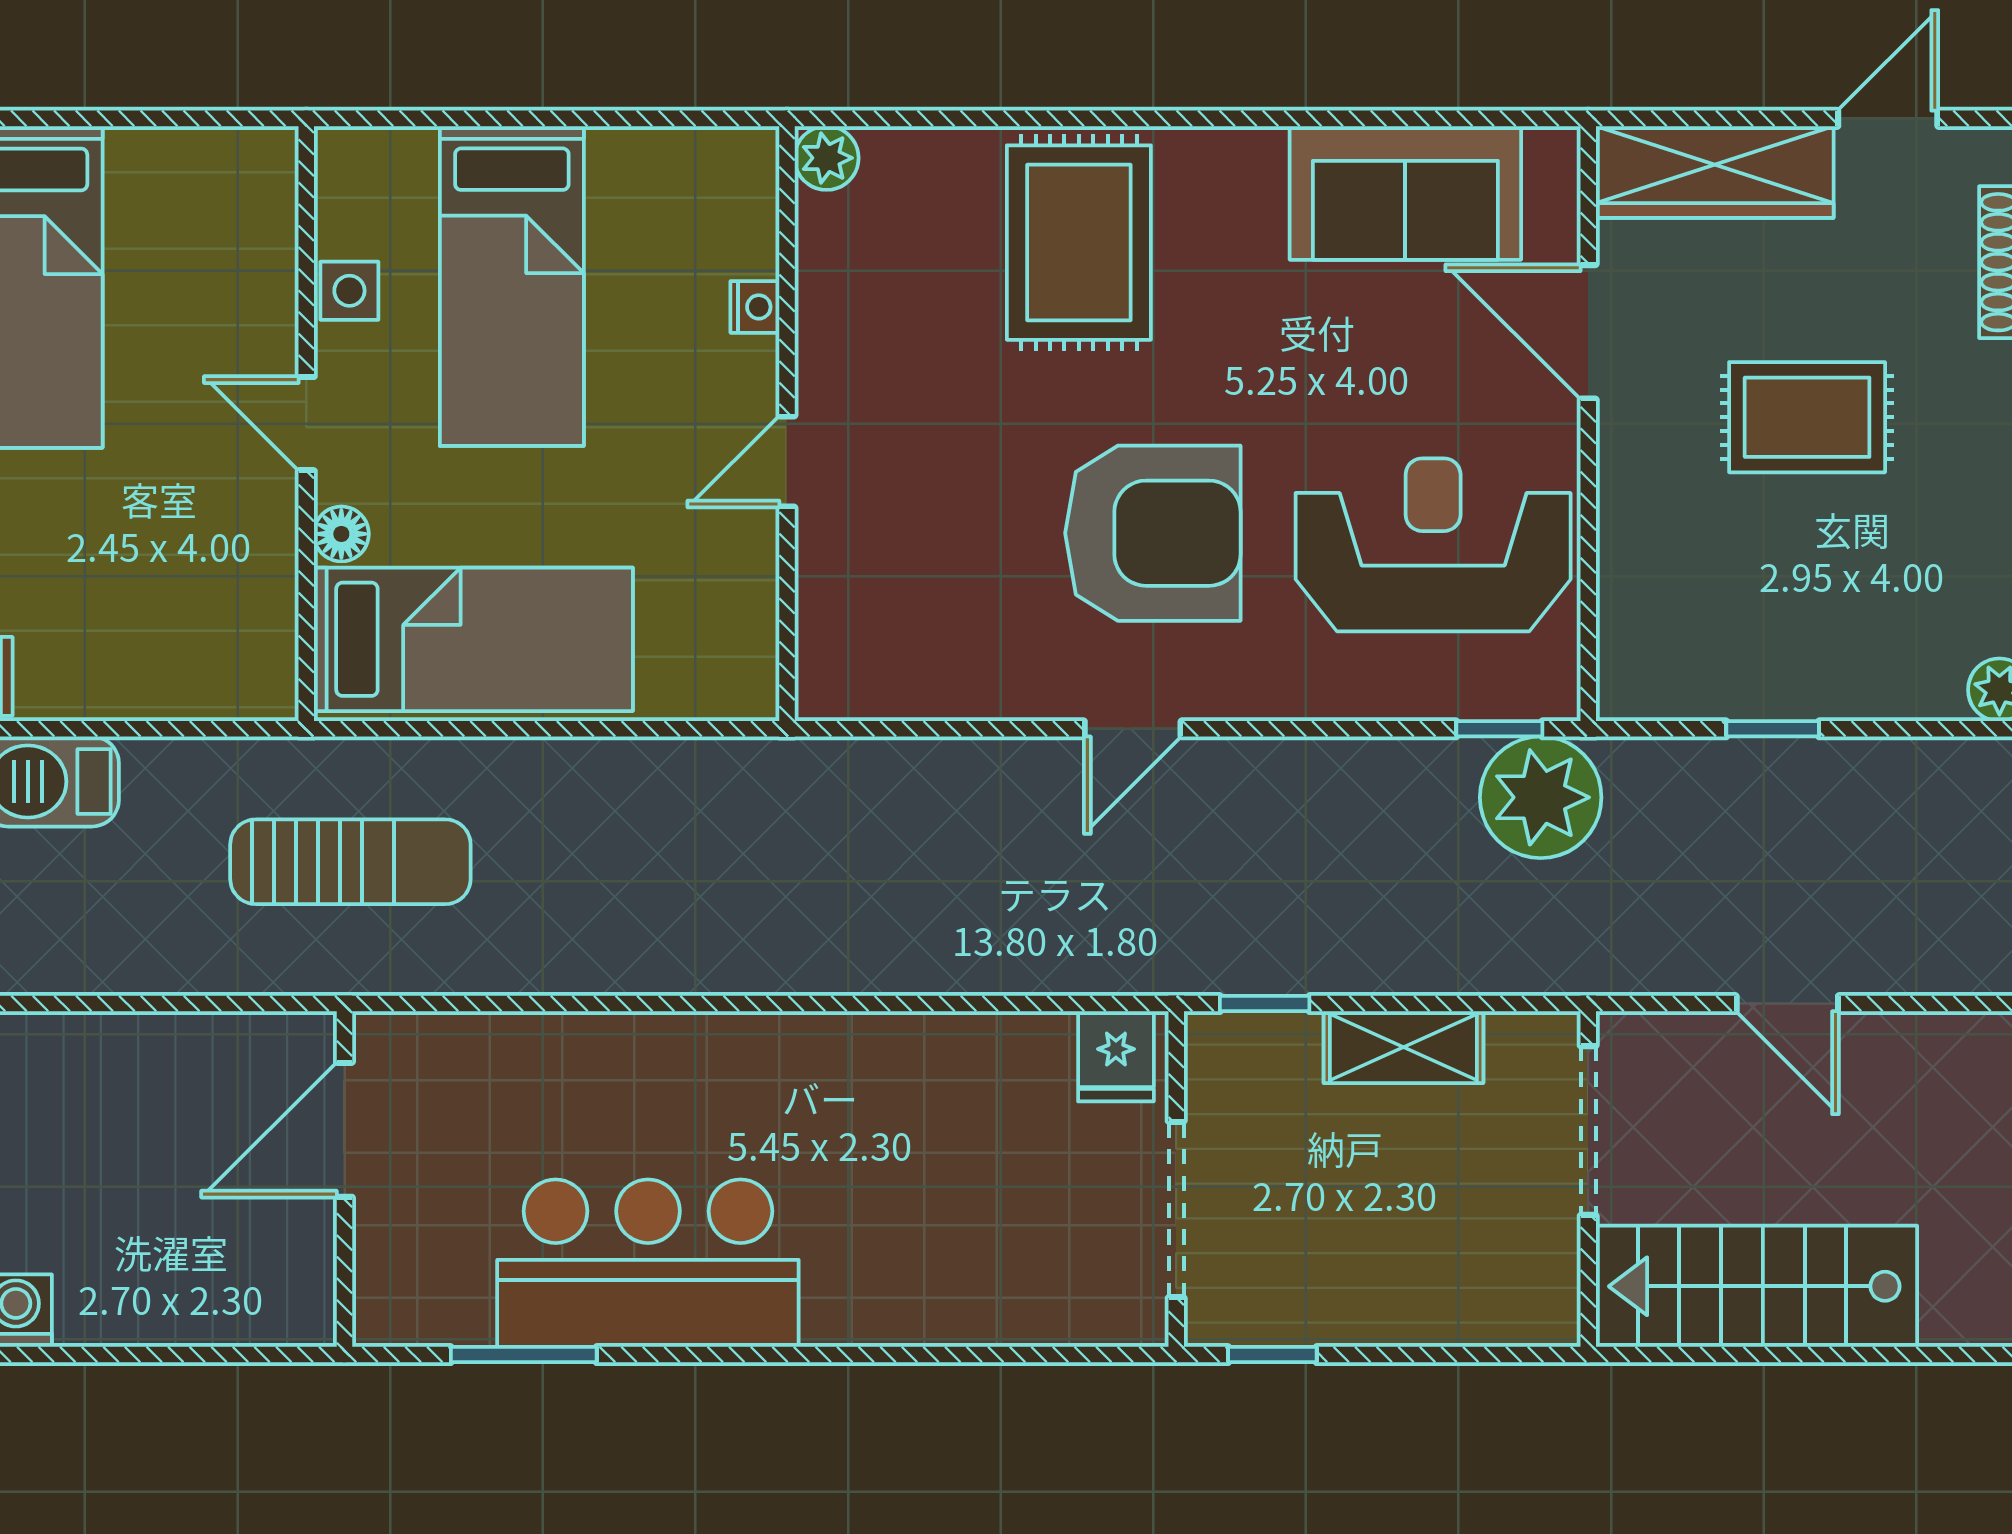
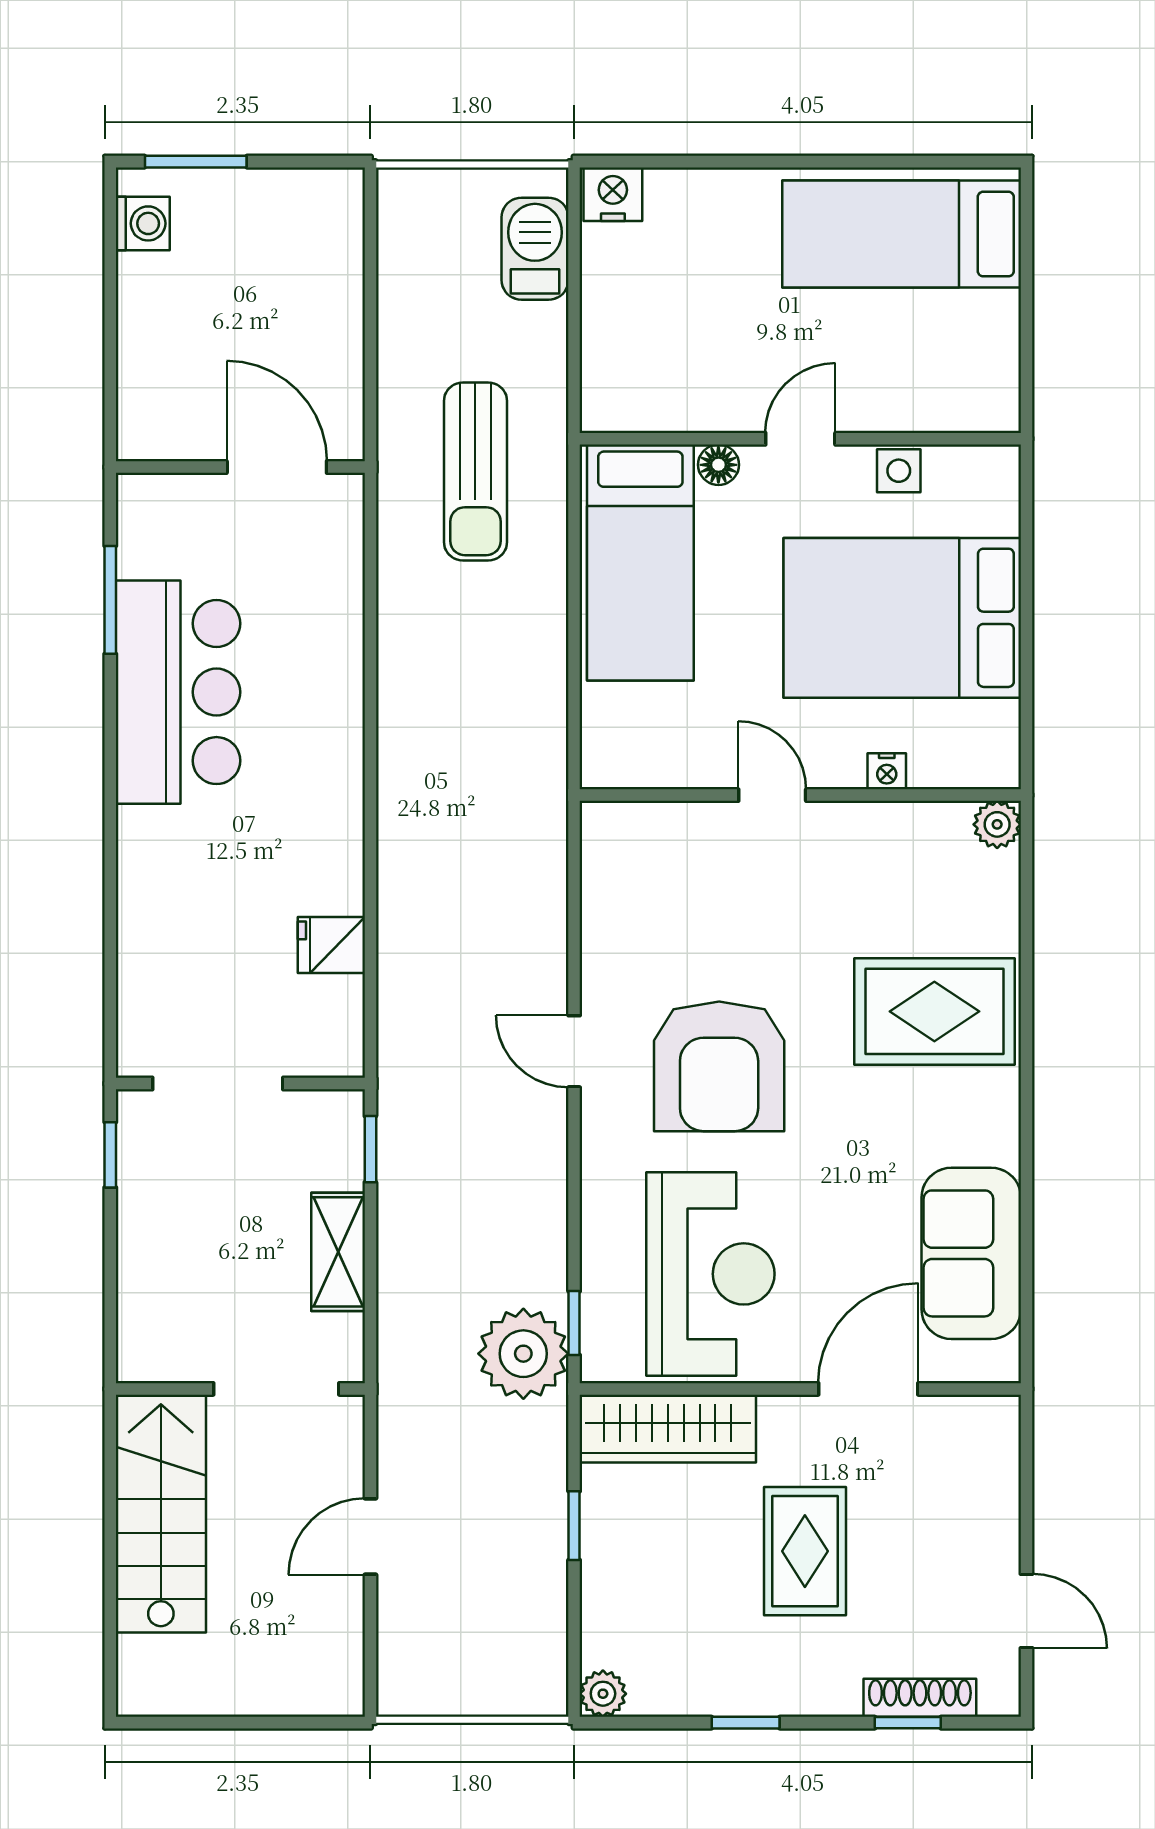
wardrobe: (1715, 172) -> (668, 1429), moved, turned -90
bed: (512, 286) -> (902, 618), width x1.50
fridge: (1116, 1056) -> (331, 945), moved

